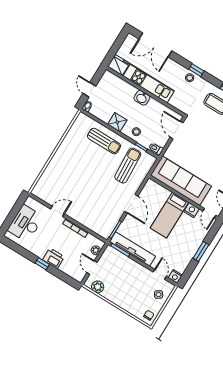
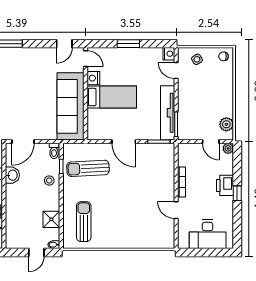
washbasin: (142, 98) -> (12, 175), moved
shower: (117, 122) -> (51, 219), moved
sun lounger: (104, 141) -> (84, 222), moved
door: (131, 204) -> (124, 142), swing flipped
door: (209, 213) -> (86, 59), hinge flipped
plant: (96, 250) -> (228, 148), moved
door: (92, 268) -> (211, 142), hinge flipped
door: (160, 274) -> (176, 70), hinge flipped

